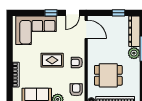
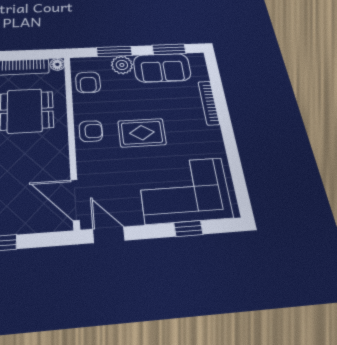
window: (51, 13) -> (188, 229), moved
door: (73, 13) -> (109, 235), hinge flipped

